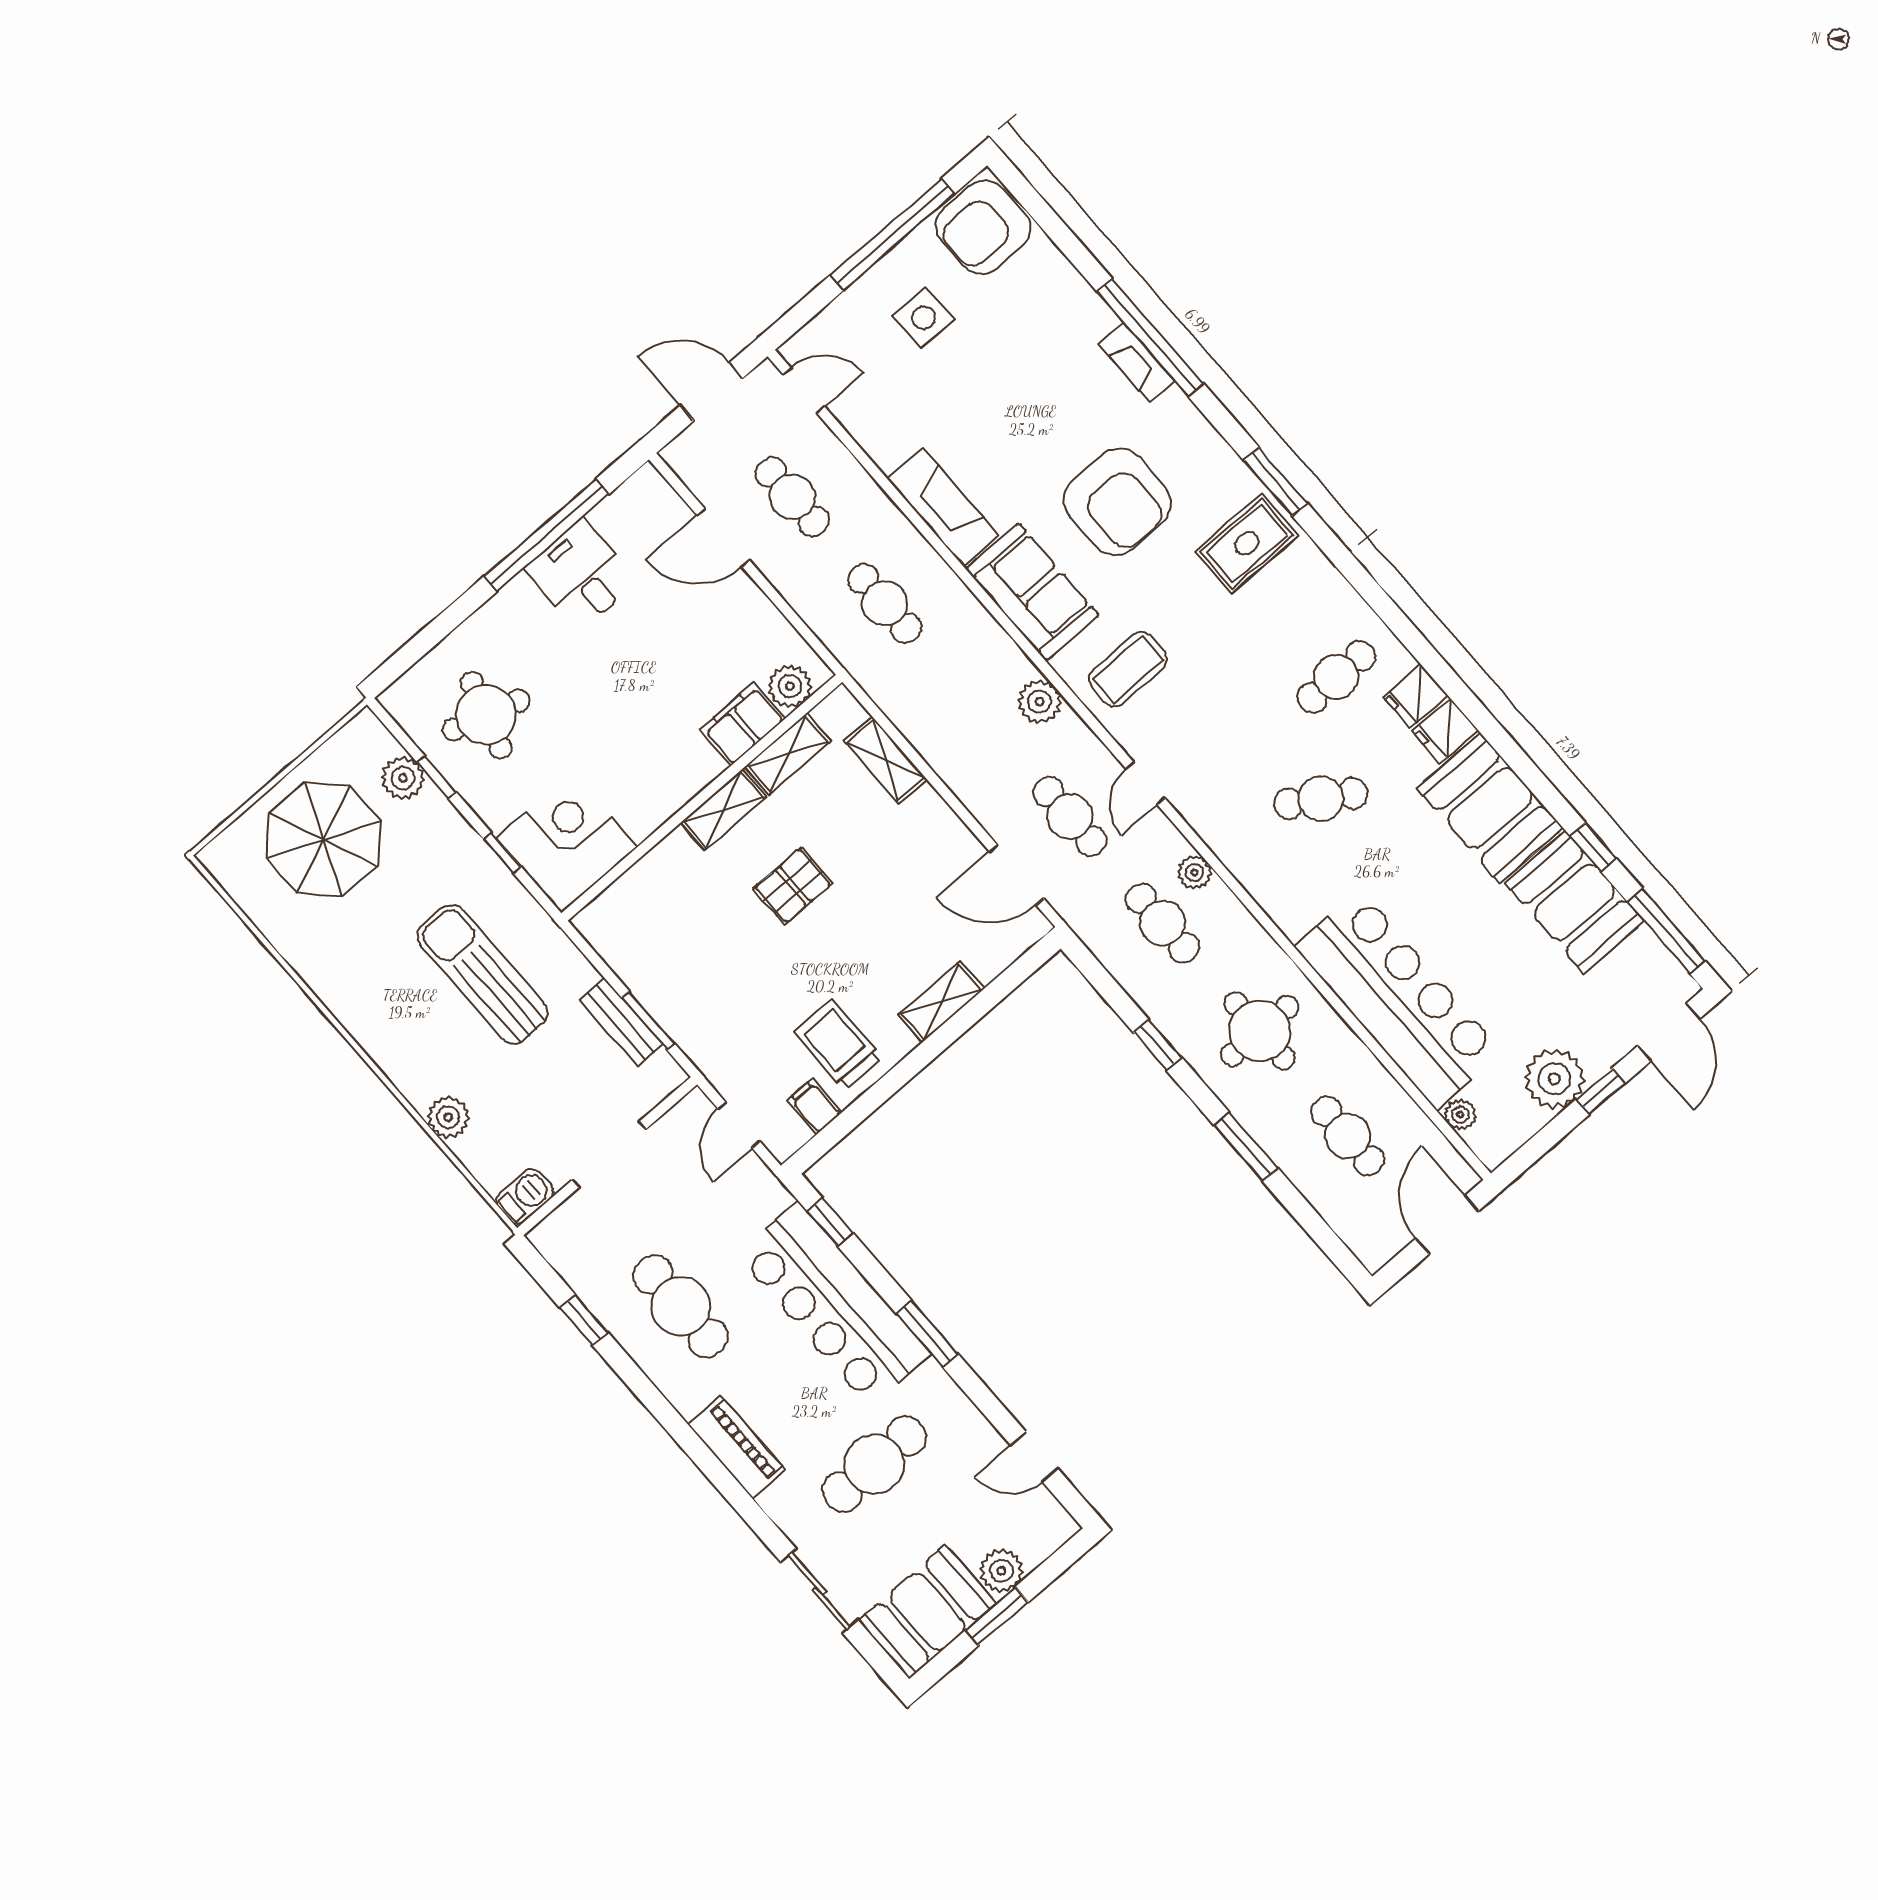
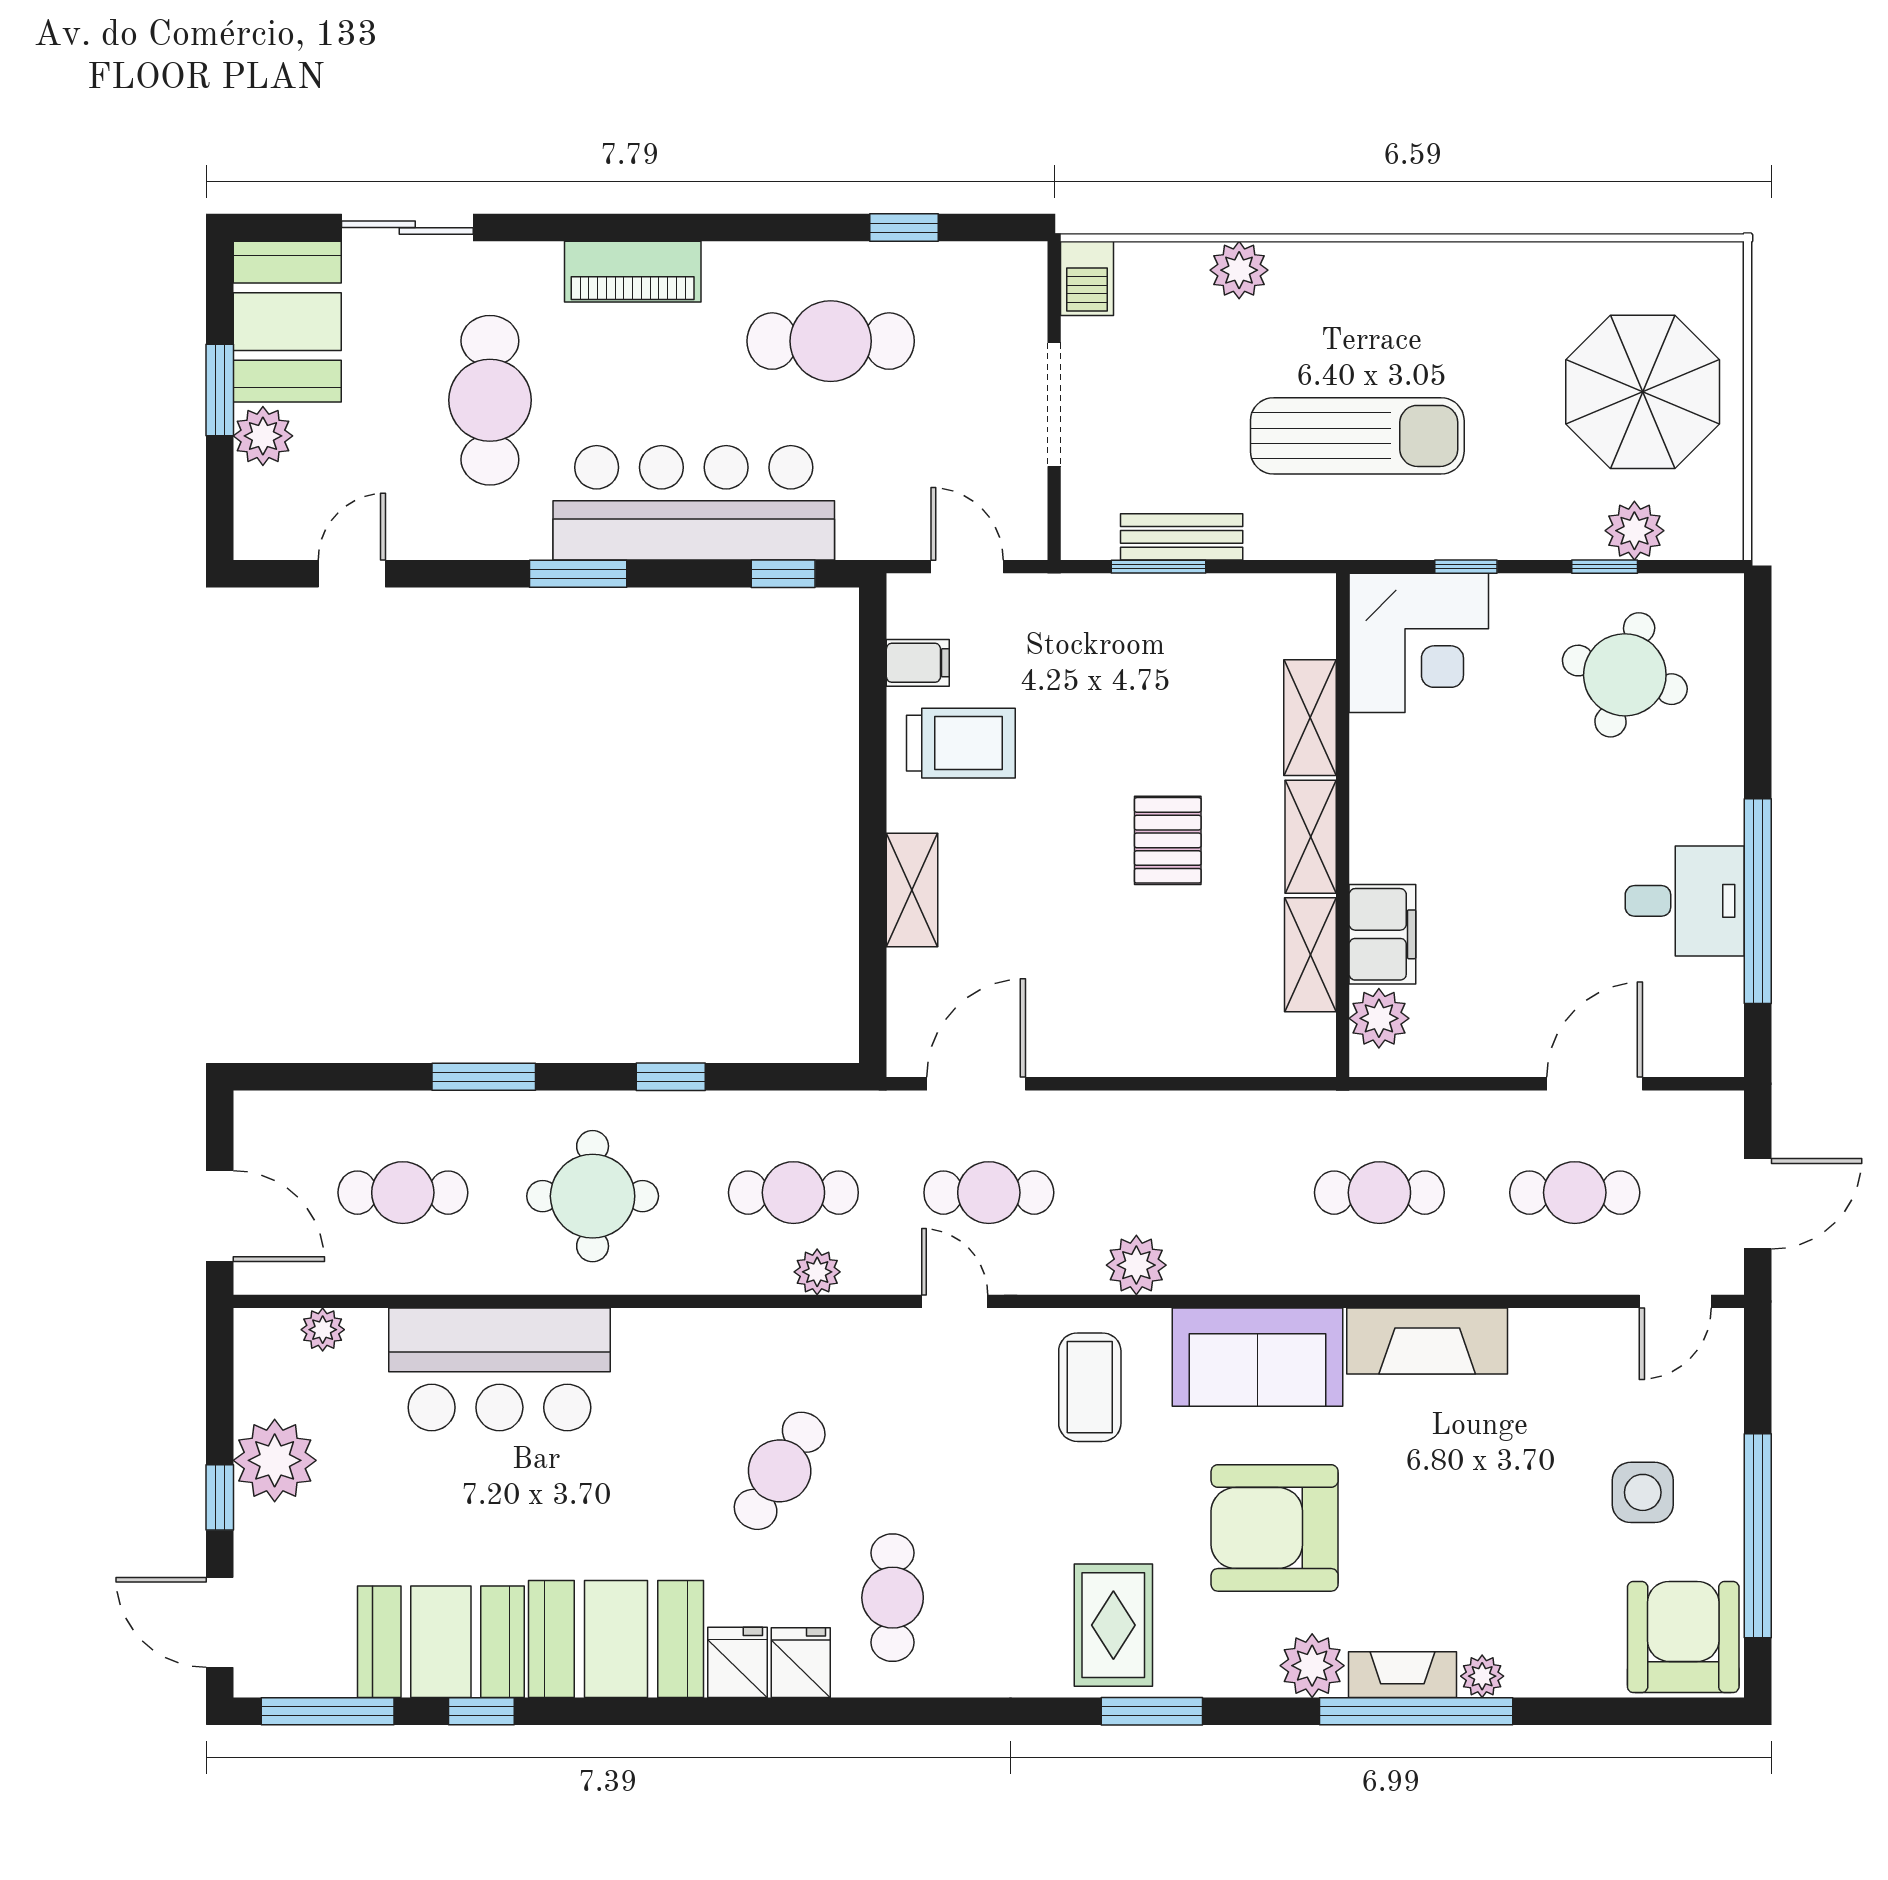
plant: (1100, 318) -> (1482, 1676), added
plant: (1175, 416) -> (1312, 1666), added
shelving: (886, 760) -> (1310, 718), moved, turned 90
bar counter: (1398, 999) -> (499, 1369), width x0.73

